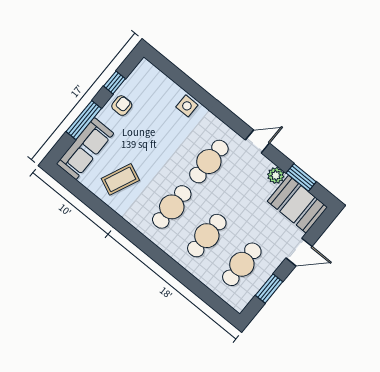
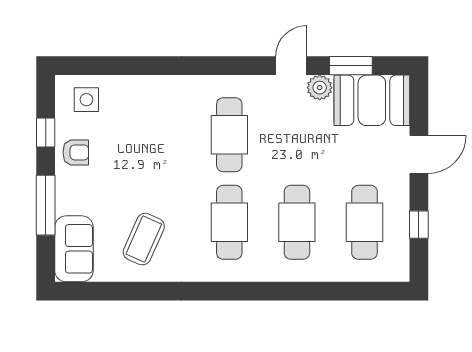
armchair: (122, 106) -> (76, 152), turned 90
side table: (187, 106) -> (86, 100), moved
door: (257, 142) -> (291, 66), moved
sofa: (85, 149) -> (74, 249), width x0.73
window: (269, 289) -> (419, 225), width x0.67

